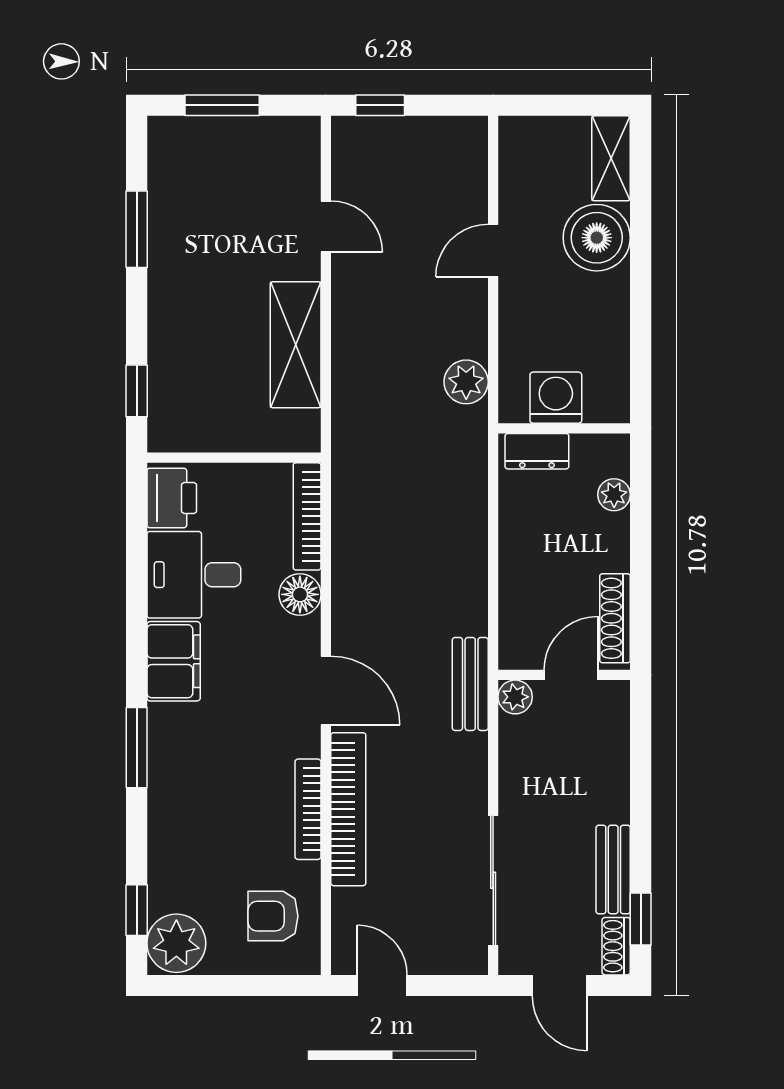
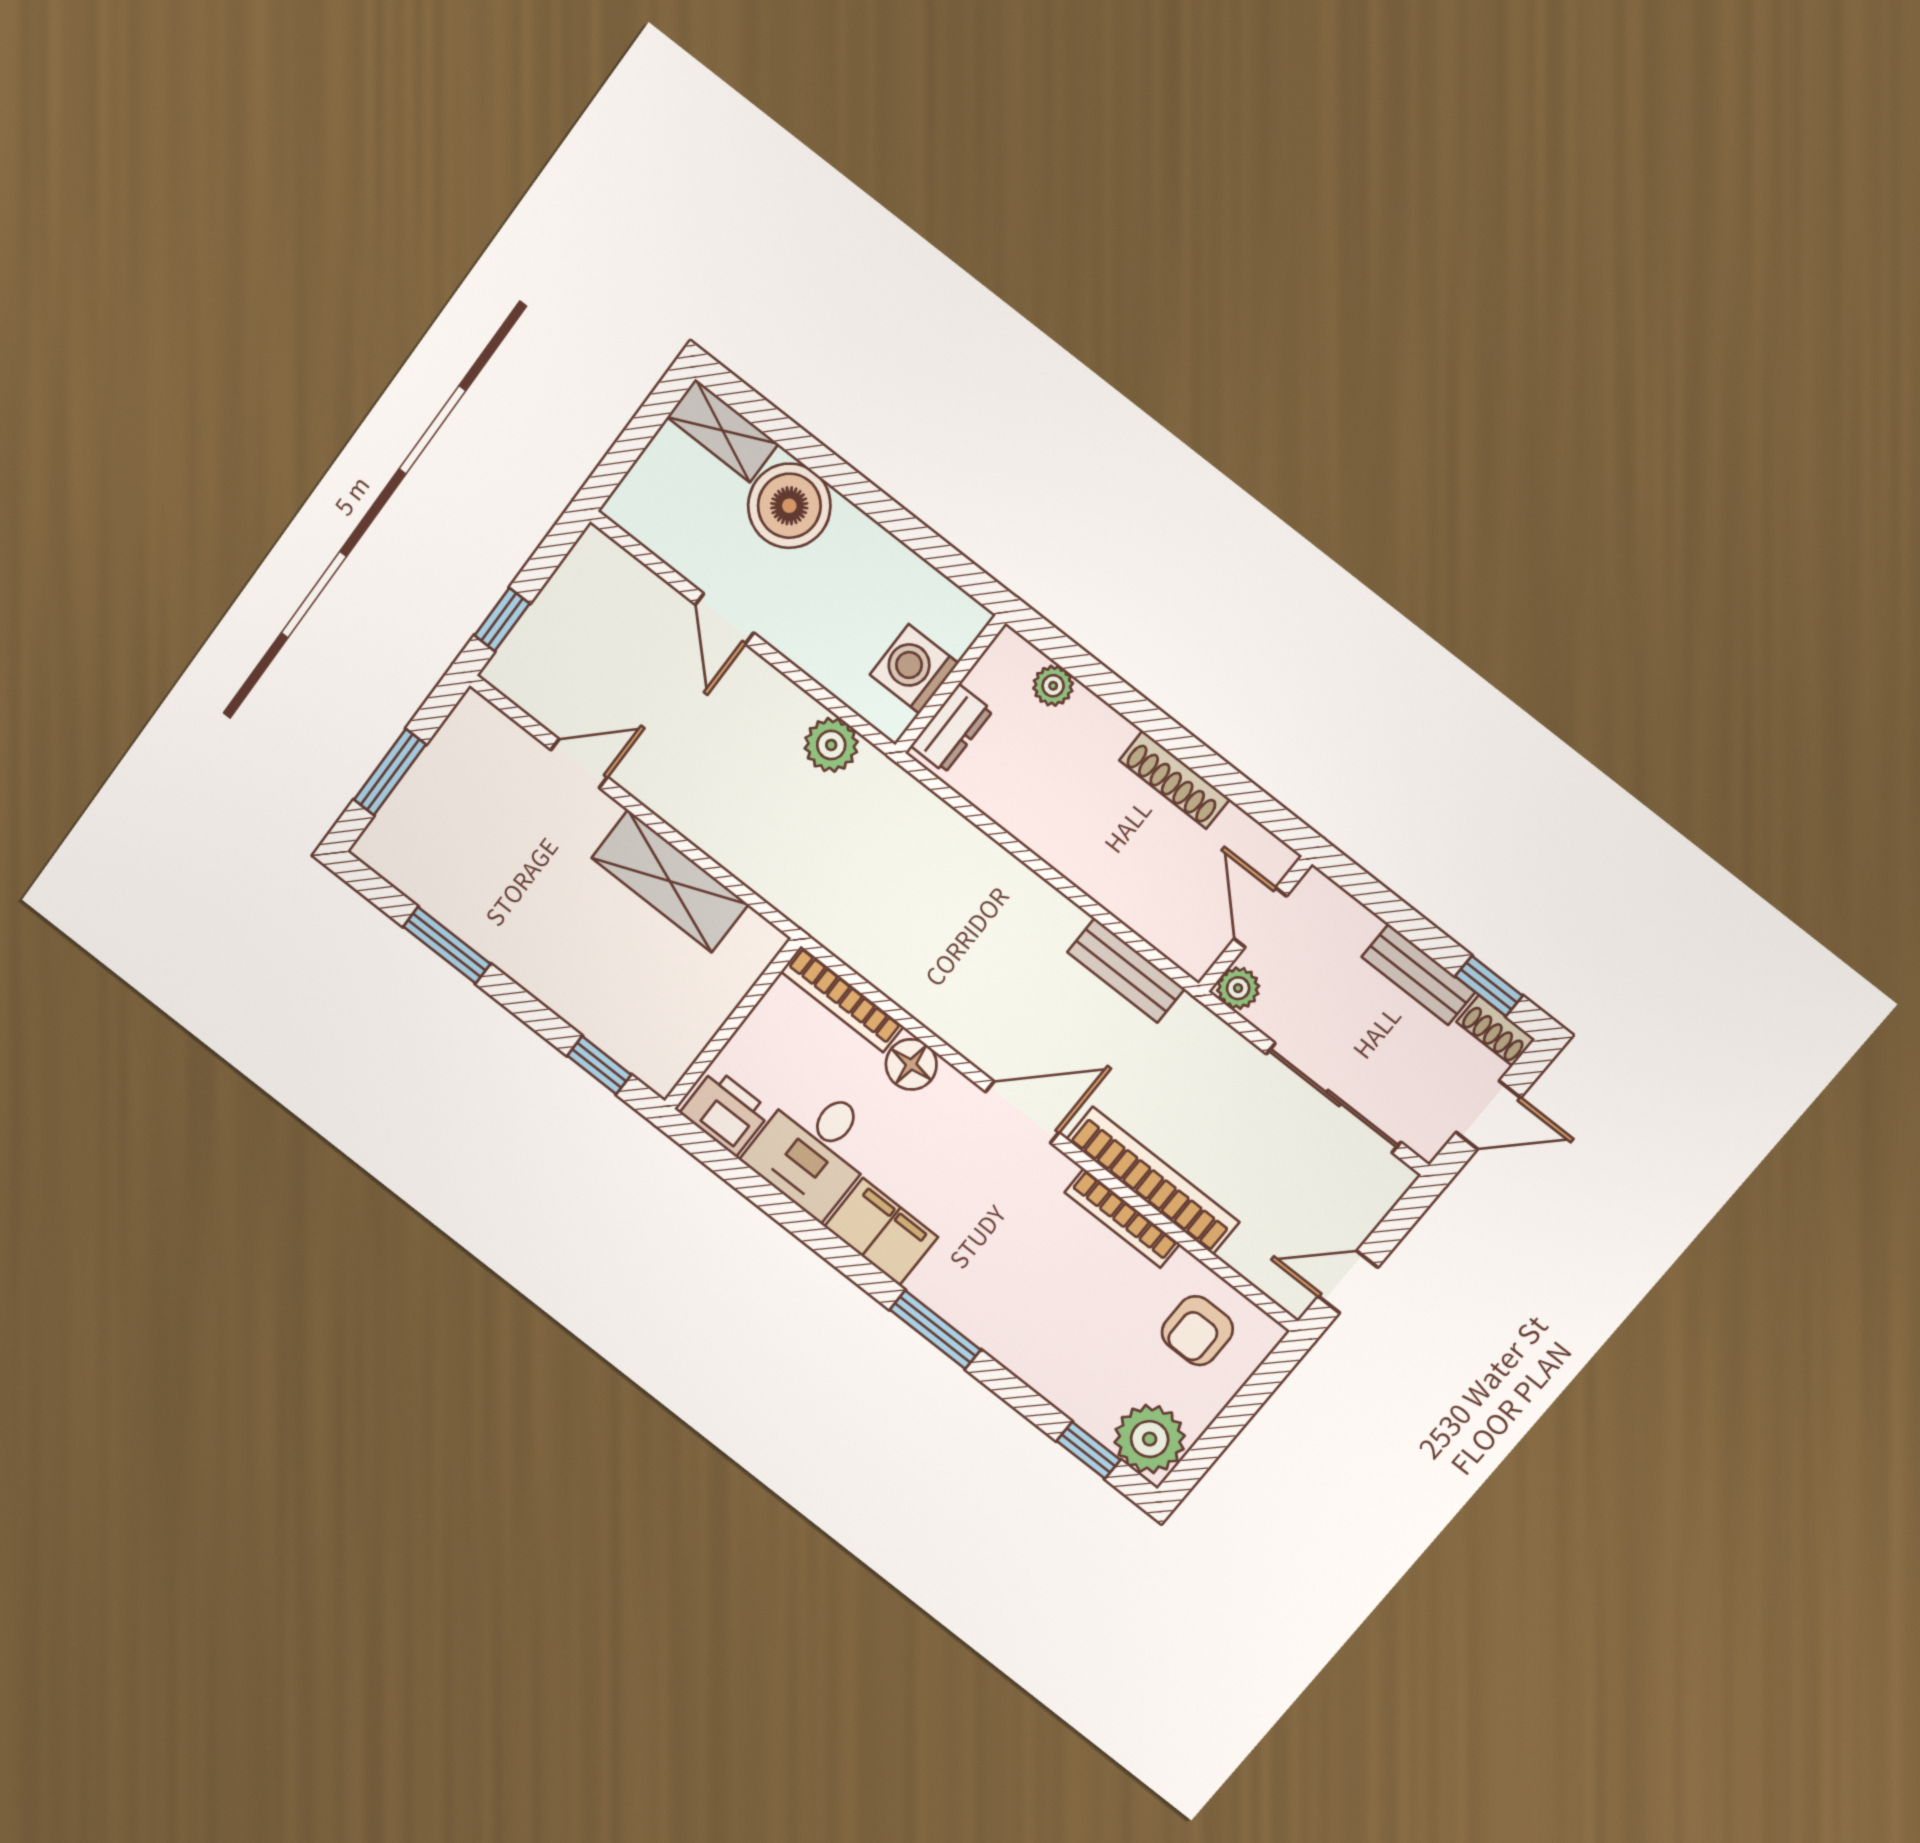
wall: (564, 675) -> (1255, 924), moved
door: (571, 675) -> (1260, 918), moved
plant: (515, 697) -> (1238, 988), moved

